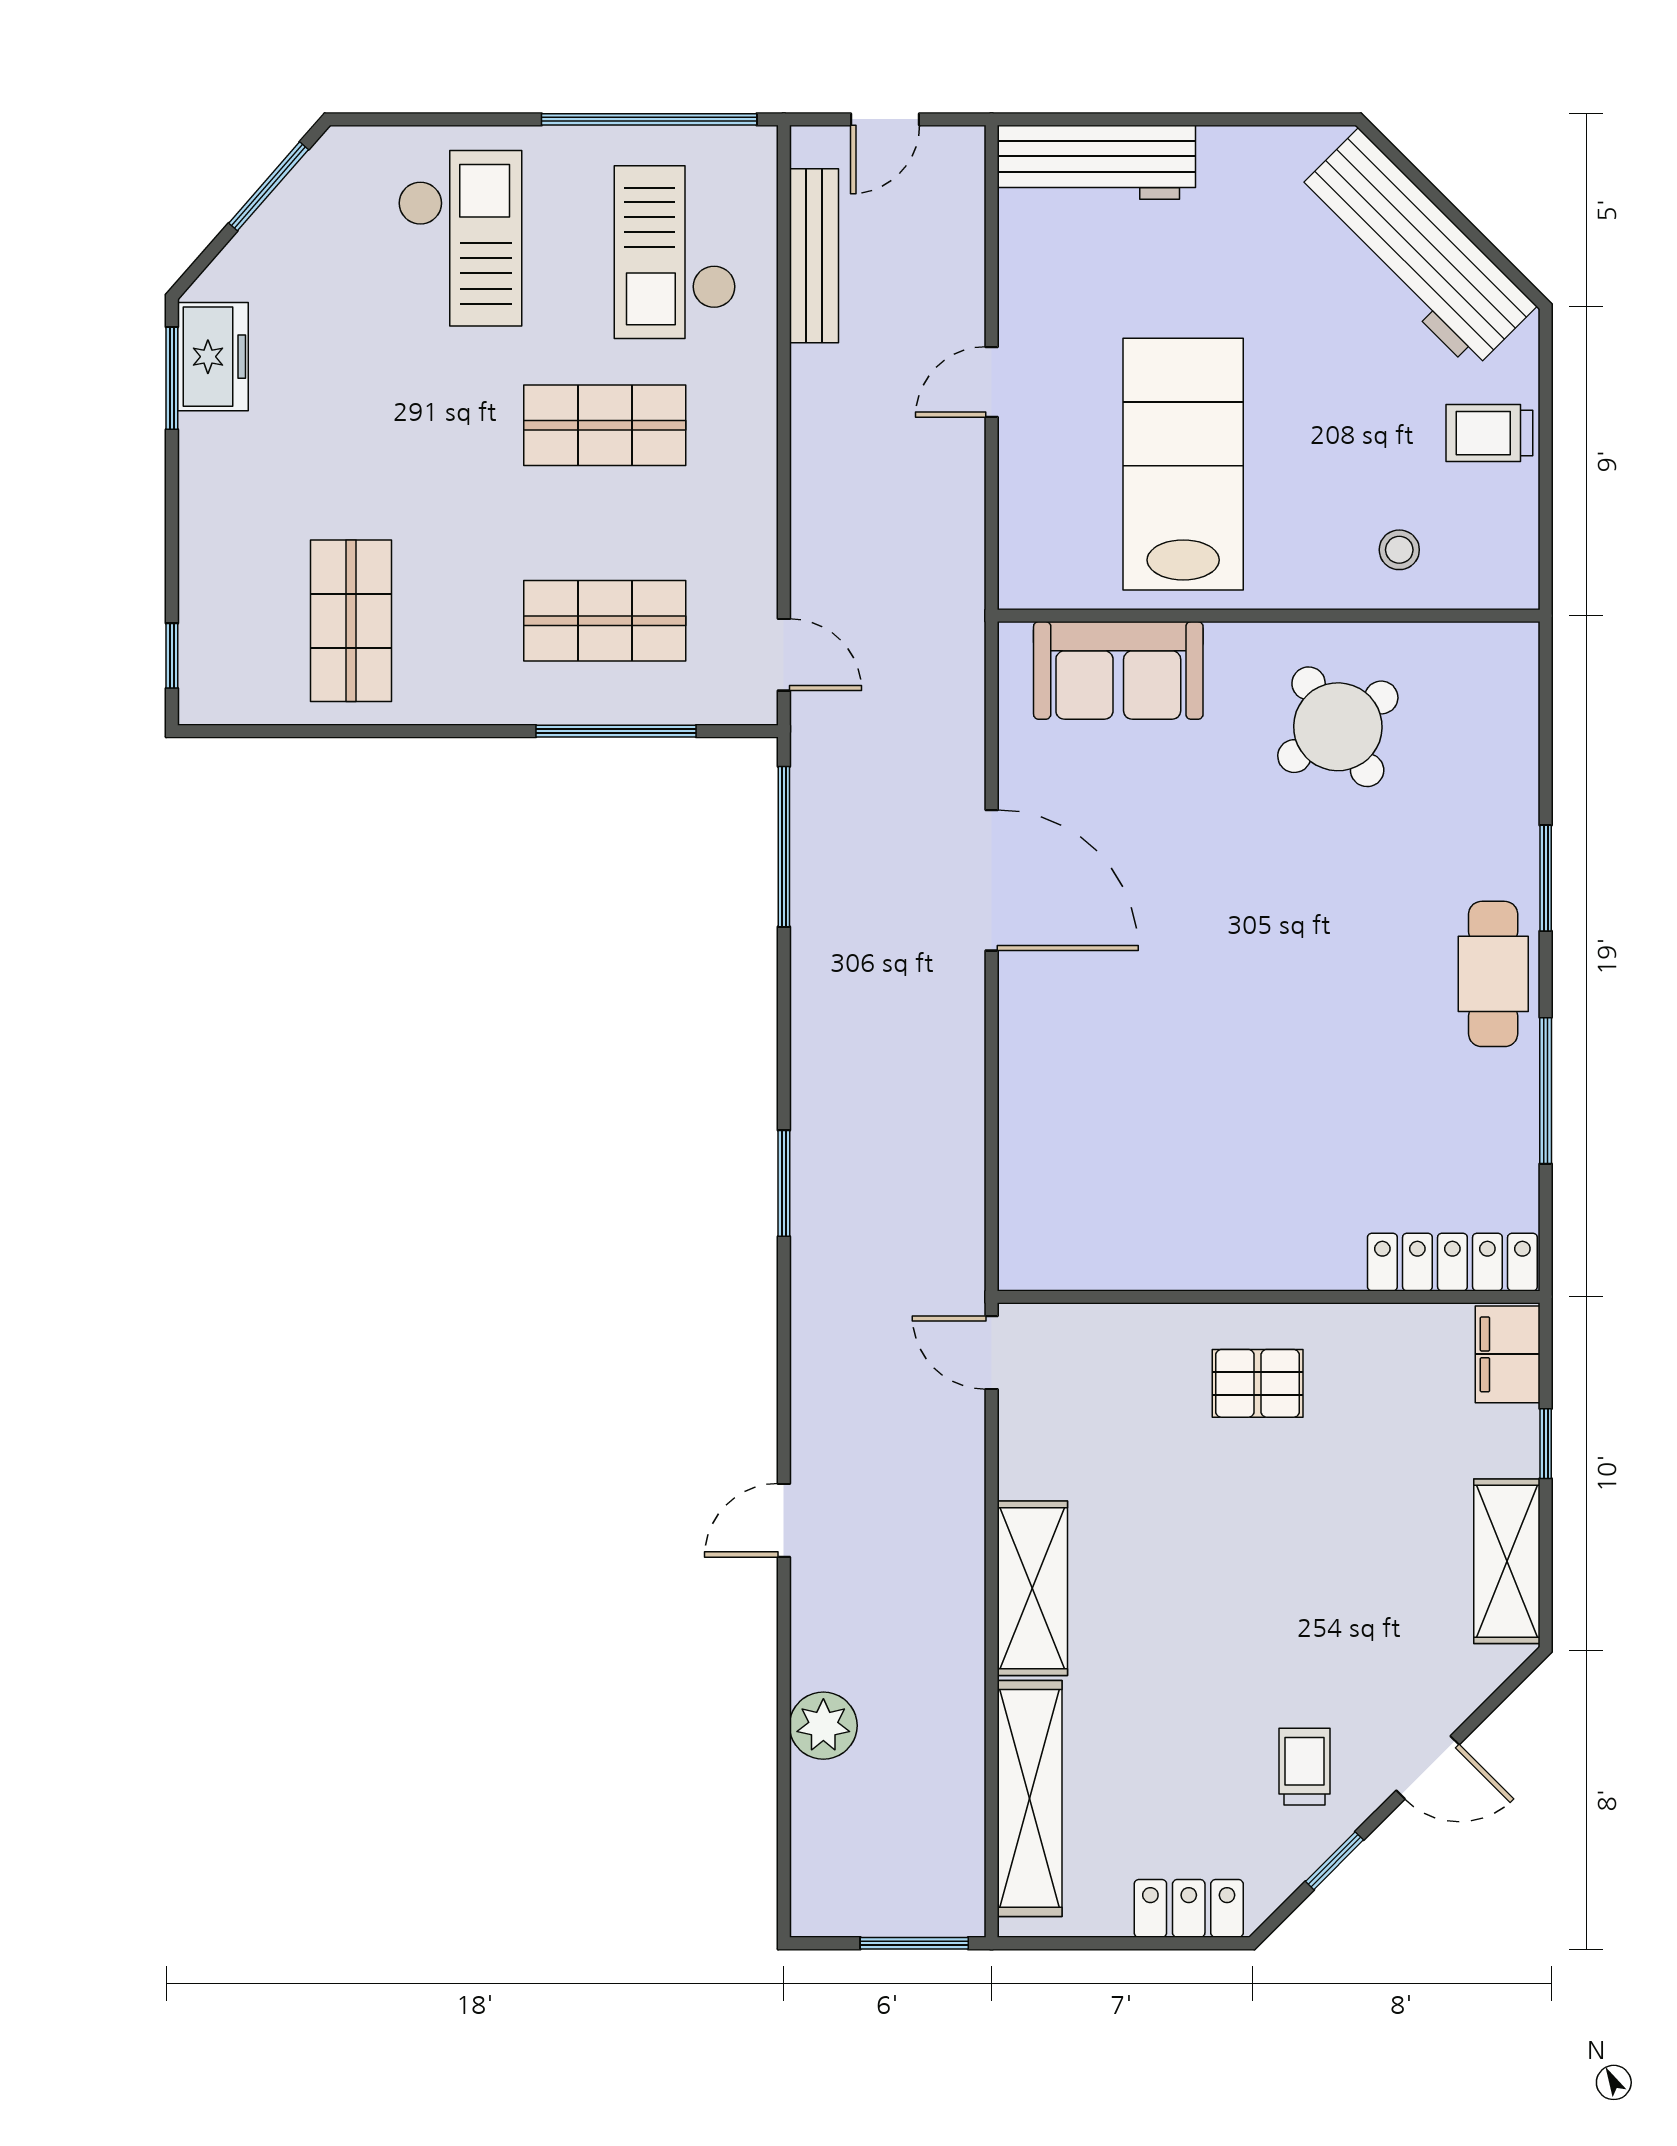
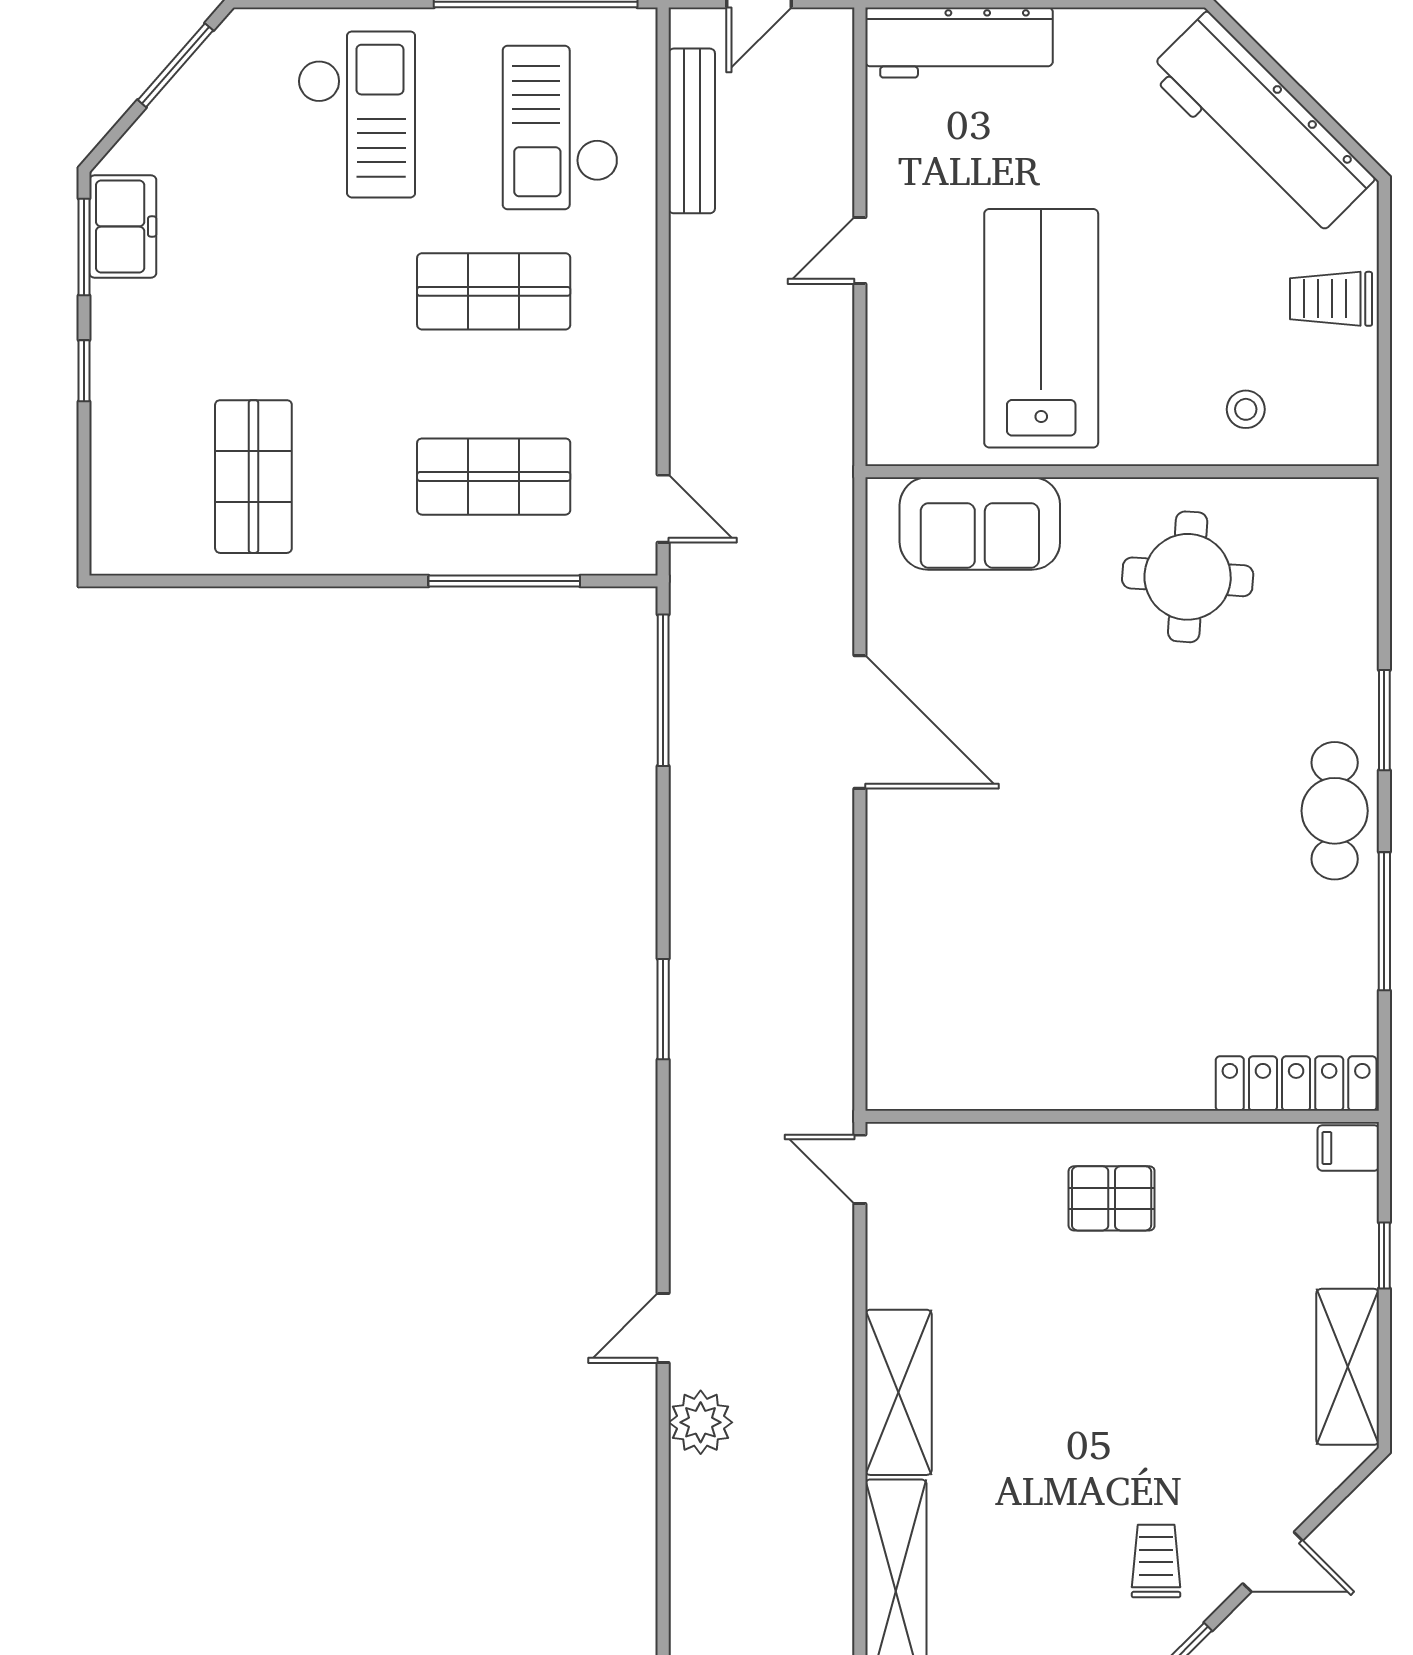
window: (172, 656) -> (84, 371), moved
round table: (1338, 727) -> (1188, 577), turned 38
filing cabinet: (1508, 1354) -> (1348, 1148), width x0.50
plant: (823, 1726) -> (701, 1422), moved

